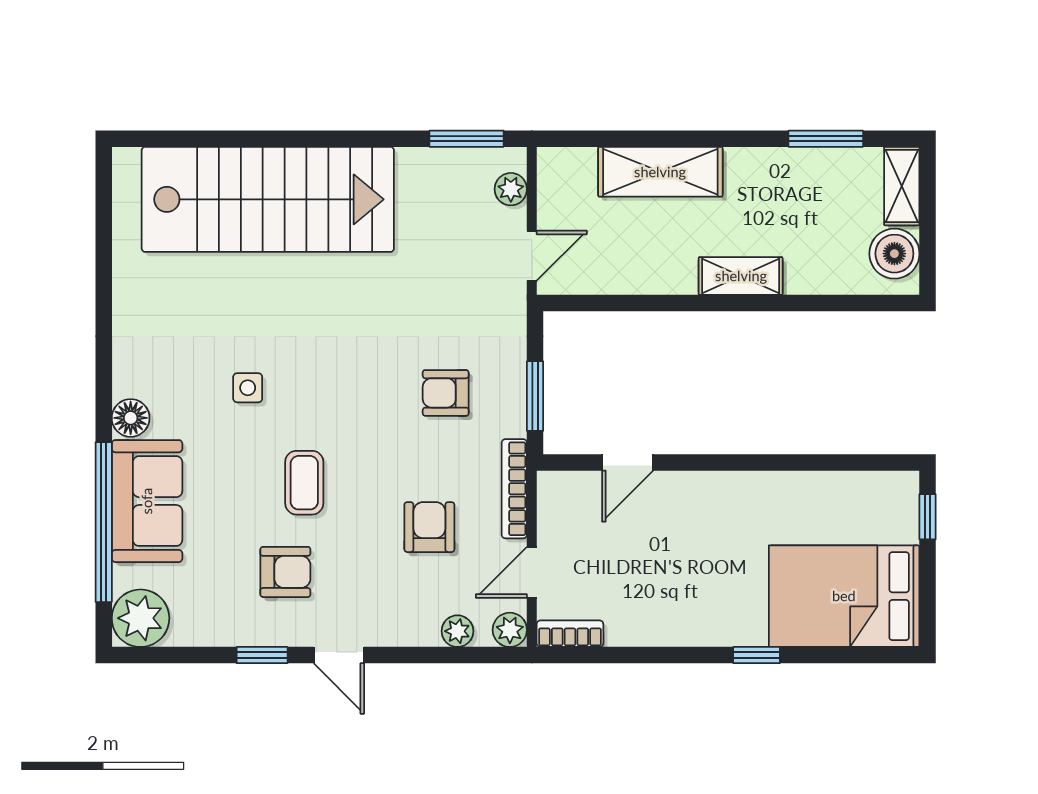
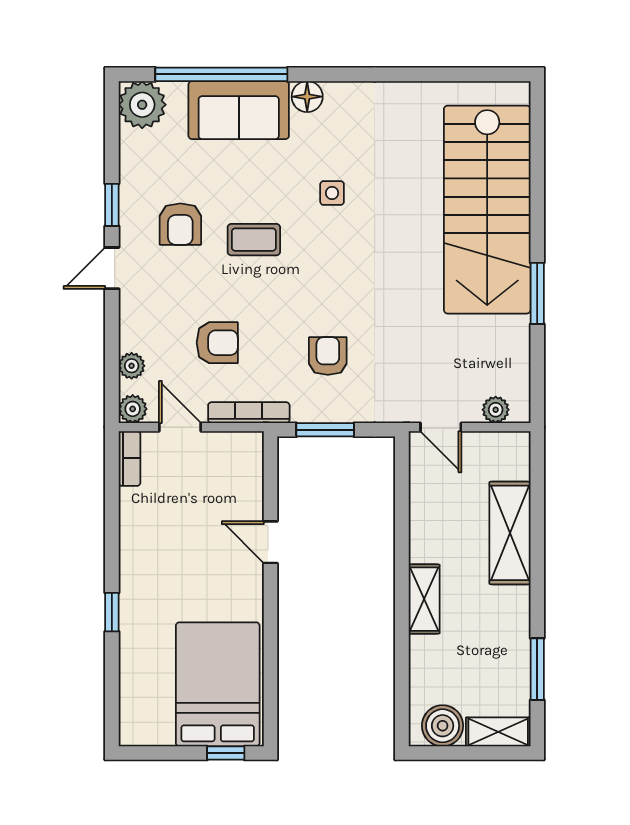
window: (467, 139) -> (537, 293), moved
door: (628, 462) -> (271, 542), moved
bed: (844, 596) -> (218, 684), moved

